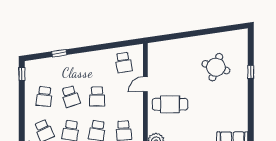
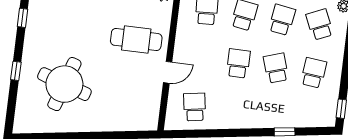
round table: (216, 67) -> (64, 84), width x1.36, depth x1.36
window: (251, 109) -> (22, 18), added

